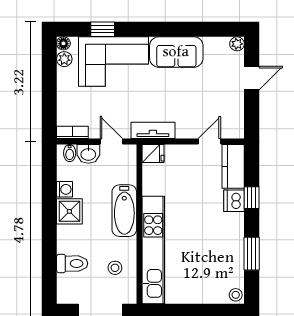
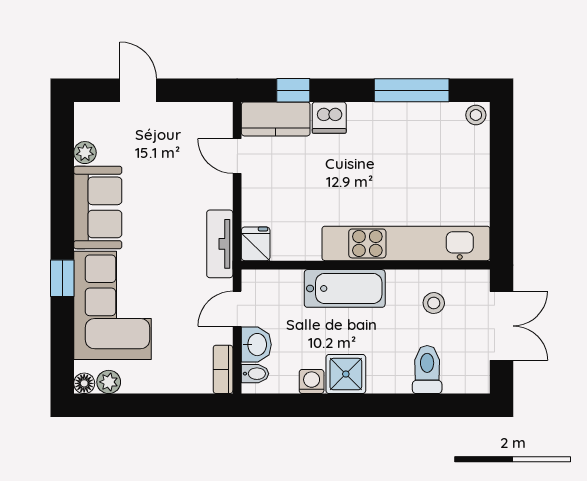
window: (103, 29) -> (62, 278), moved
plant: (237, 44) -> (85, 153), moved
window: (252, 198) -> (293, 90), moved
window: (252, 254) -> (412, 90), width x1.44

